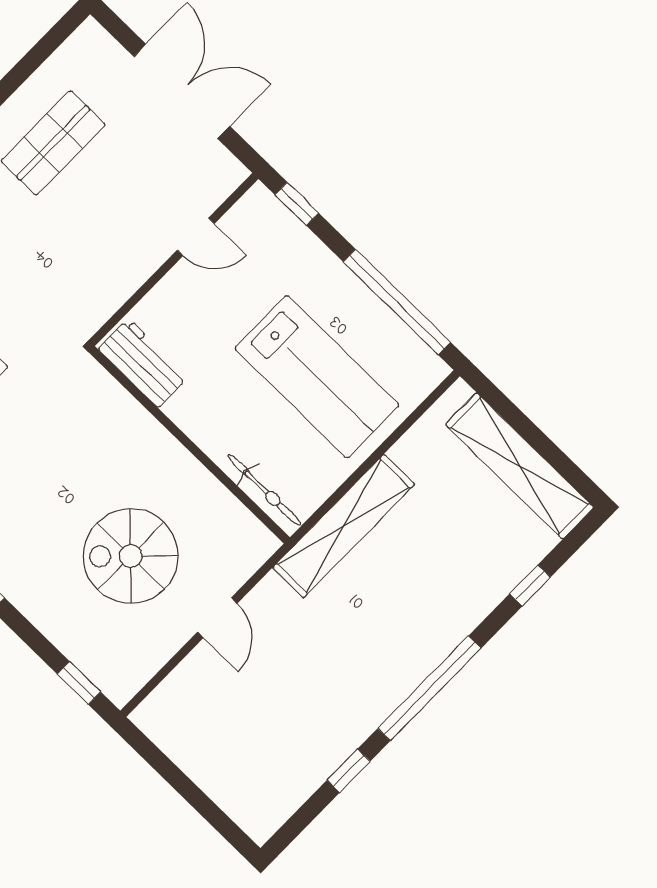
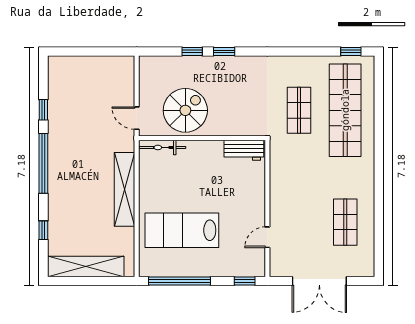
workbench: (143, 363) -> (244, 150), moved
wall: (189, 445) -> (202, 138), moved
bicycle: (264, 490) -> (162, 147), moved
window: (79, 683) -> (192, 51), moved

